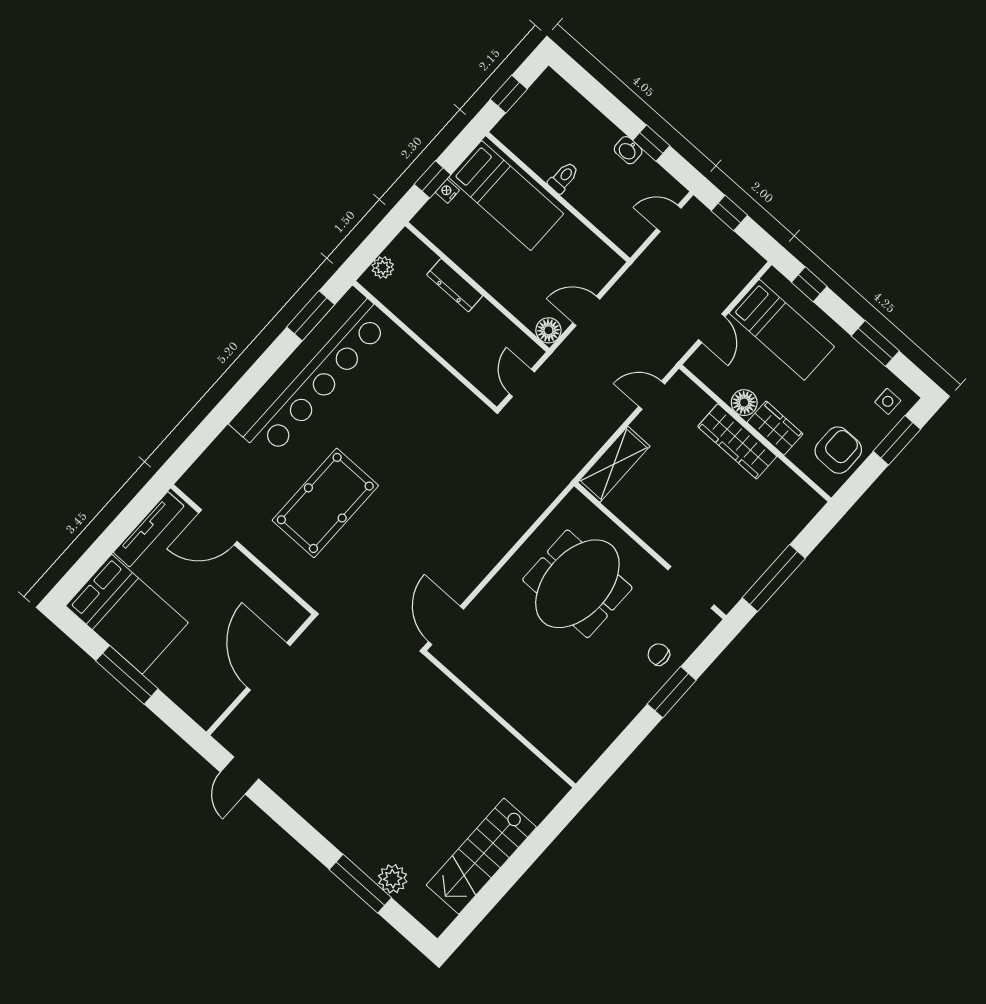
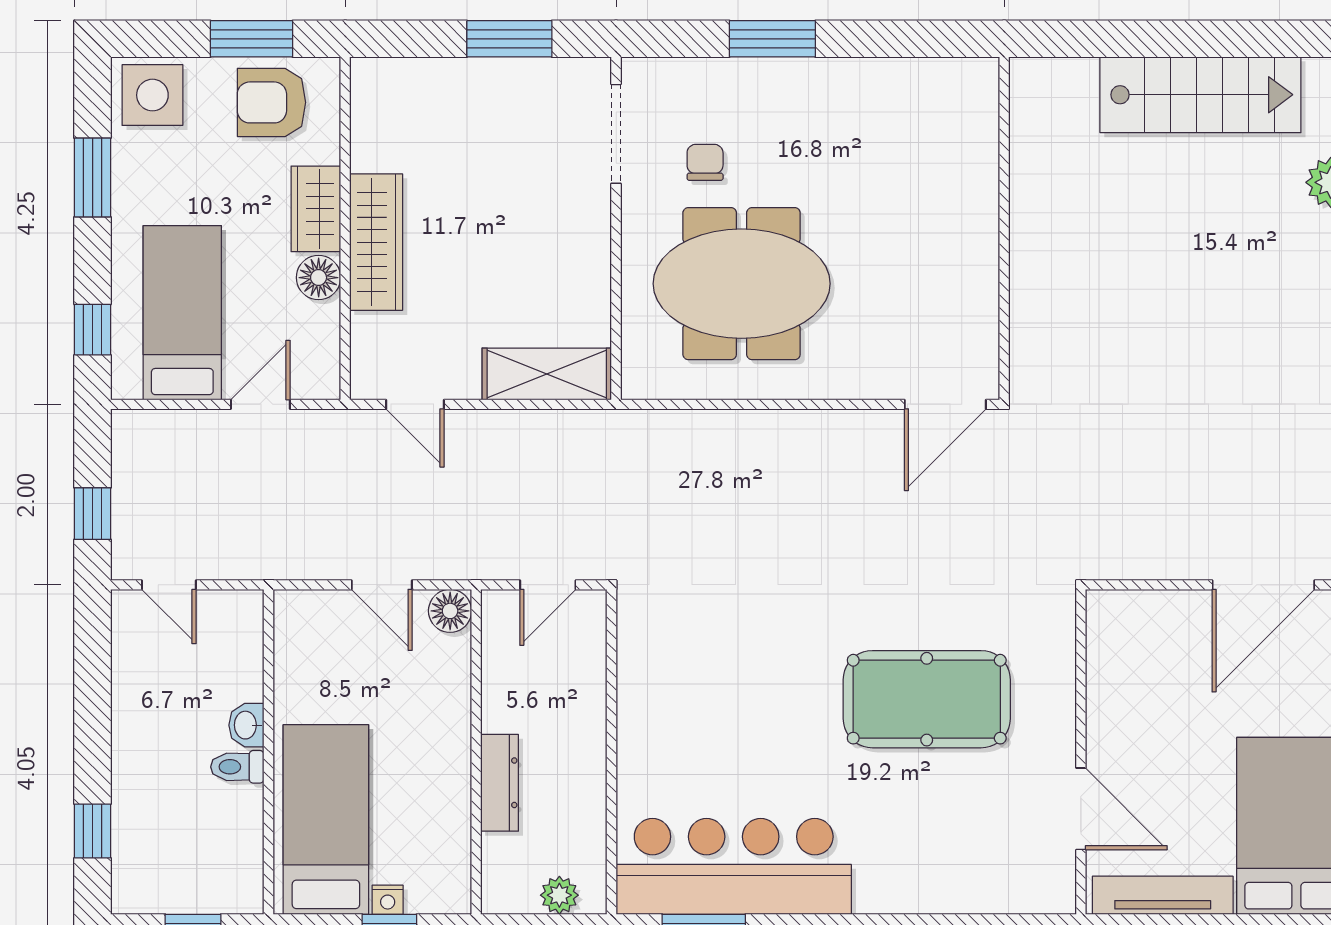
window: (651, 143) -> (93, 831), moved
washbasin: (628, 150) -> (246, 725), moved, turned 180
bar counter: (311, 373) -> (734, 866), width x0.73
side table: (888, 401) -> (152, 95), width x1.87, depth x1.87
window: (897, 440) -> (252, 39), moved
window: (774, 578) -> (509, 39), width x0.69
chair: (659, 654) -> (705, 162), moved, turned 180
door: (268, 666) -> (1263, 585), moved

